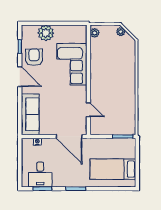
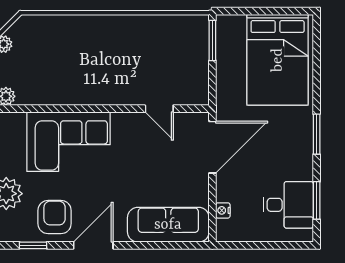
armchair: (34, 57) -> (55, 217), turned 90
door: (88, 110) -> (159, 109), swing flipped
bed: (113, 169) -> (278, 60), width x1.50

